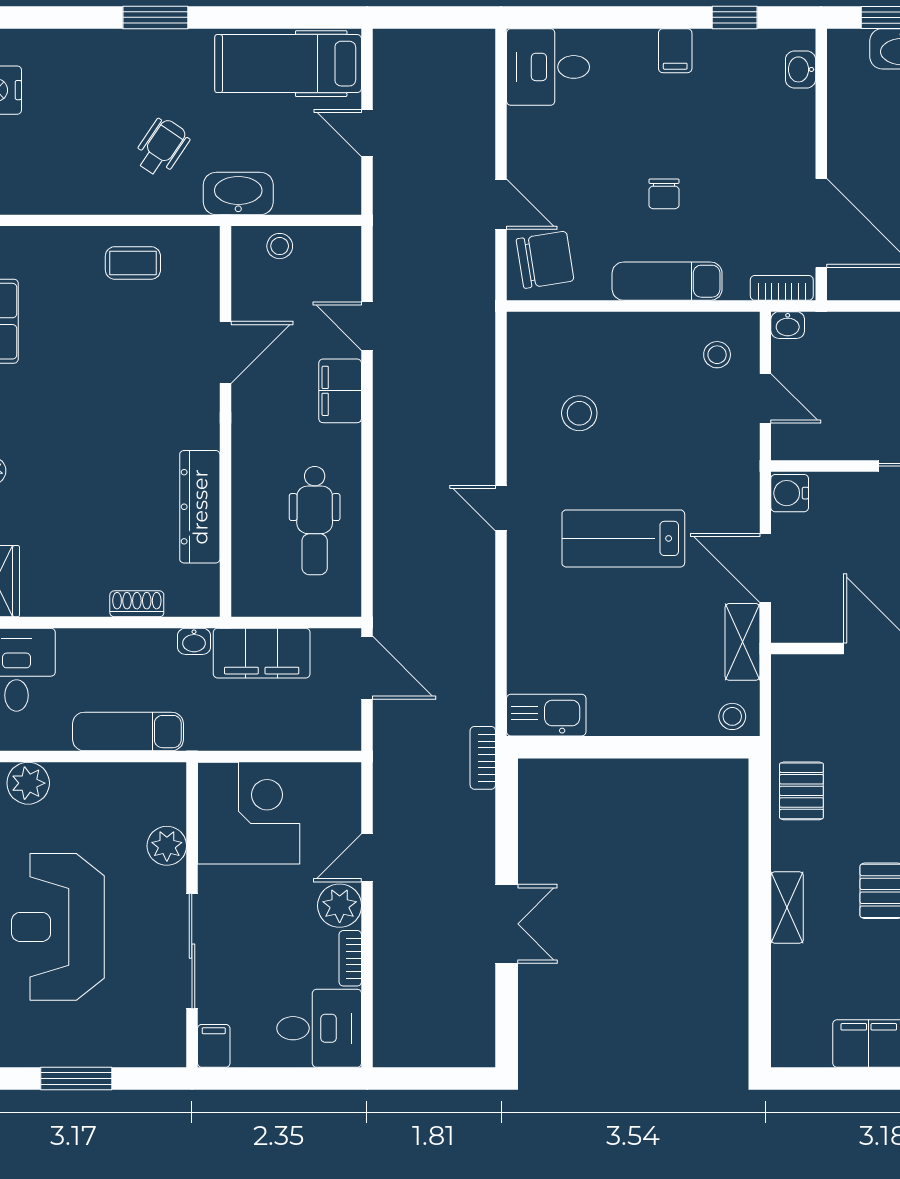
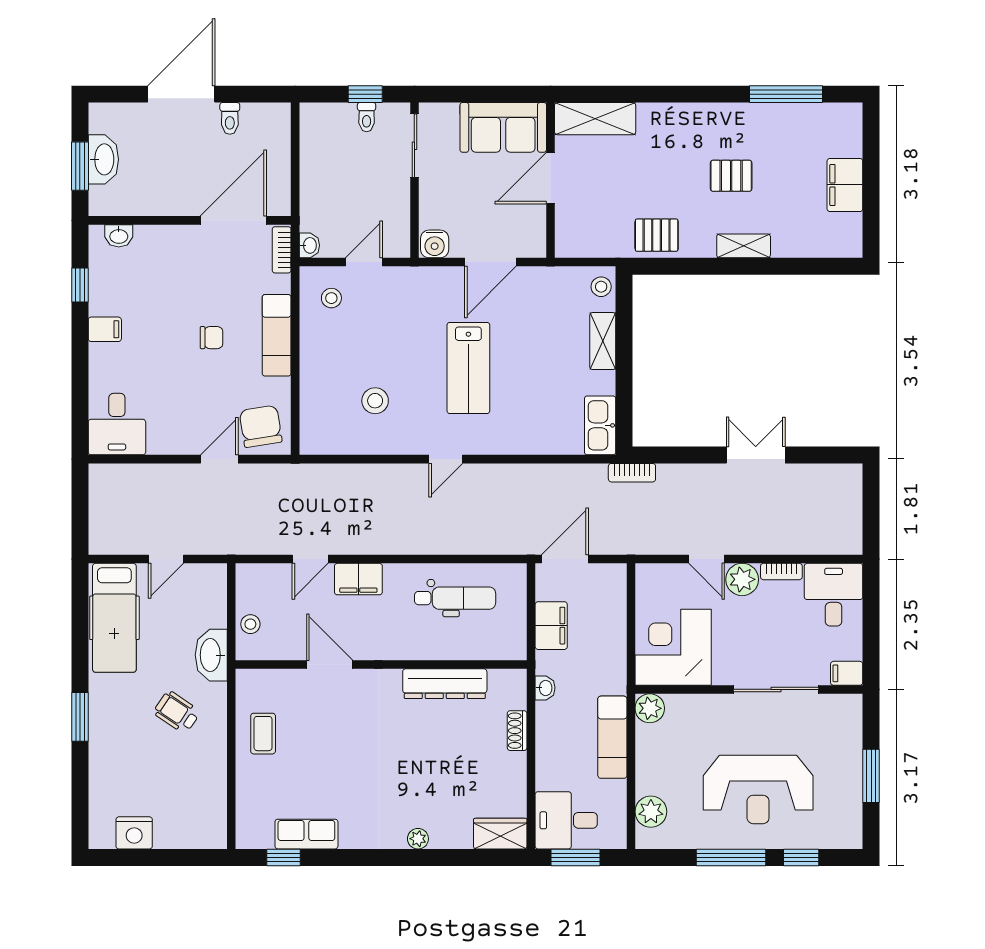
shelving: (742, 642) -> (603, 341), moved, turned 90
filing cabinet: (262, 653) -> (551, 626), width x0.67, depth x0.86
plant: (167, 846) -> (650, 708), moved

